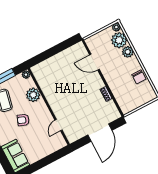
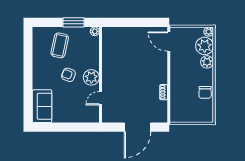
door: (94, 62) -> (169, 42), moved
plant: (33, 95) -> (91, 77), moved

